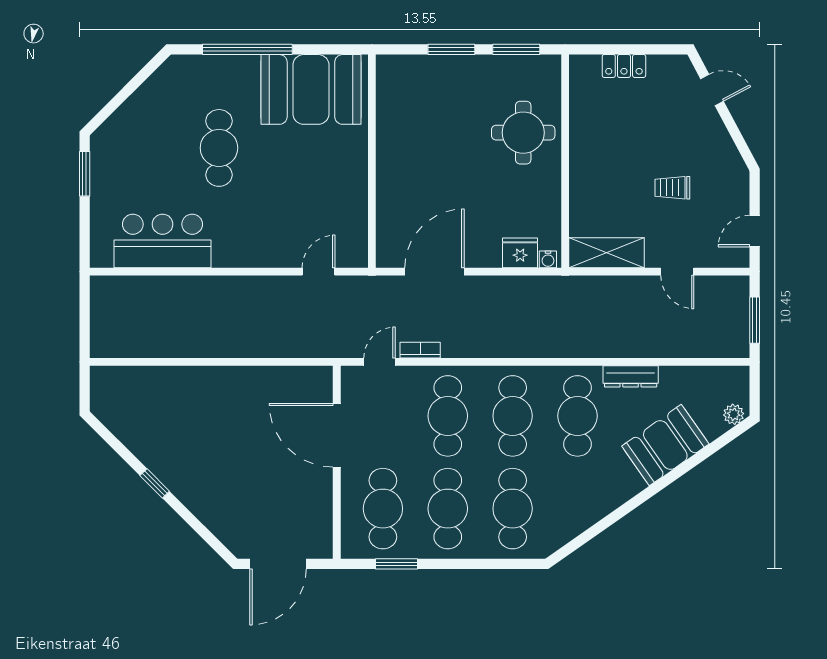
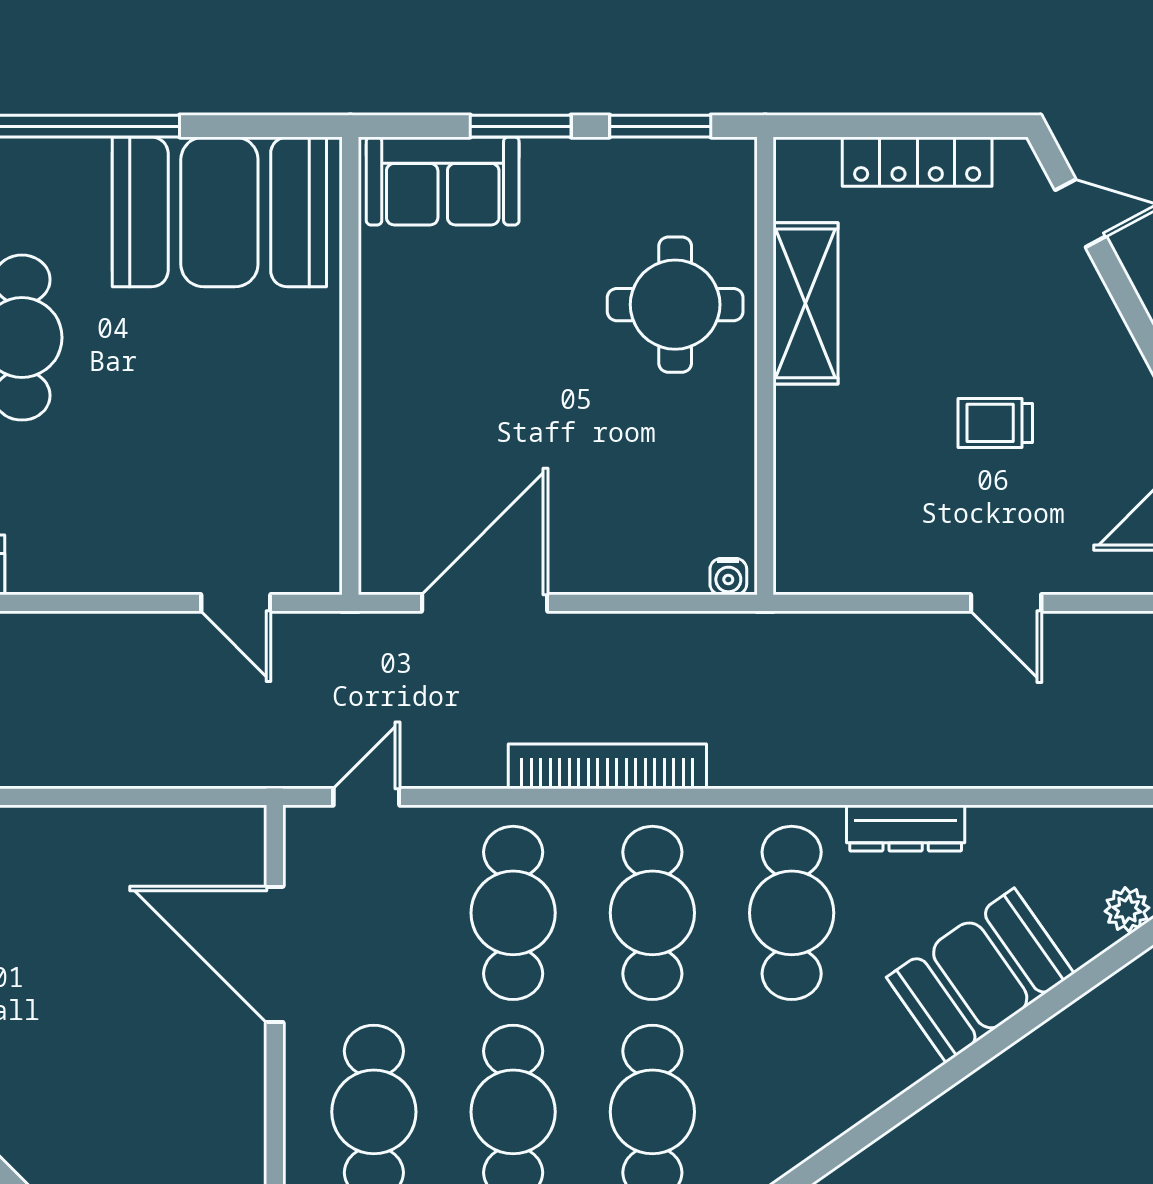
locker: (624, 66) -> (917, 162), width x1.53
sofa: (415, 75) -> (443, 181), added
fridge: (520, 253) -> (668, 563), removed
shelving: (607, 253) -> (805, 303), moved, turned 90
door: (319, 272) -> (236, 603), swing flipped
bookcase: (420, 350) -> (607, 766), moved, width x2.31, depth x1.31

